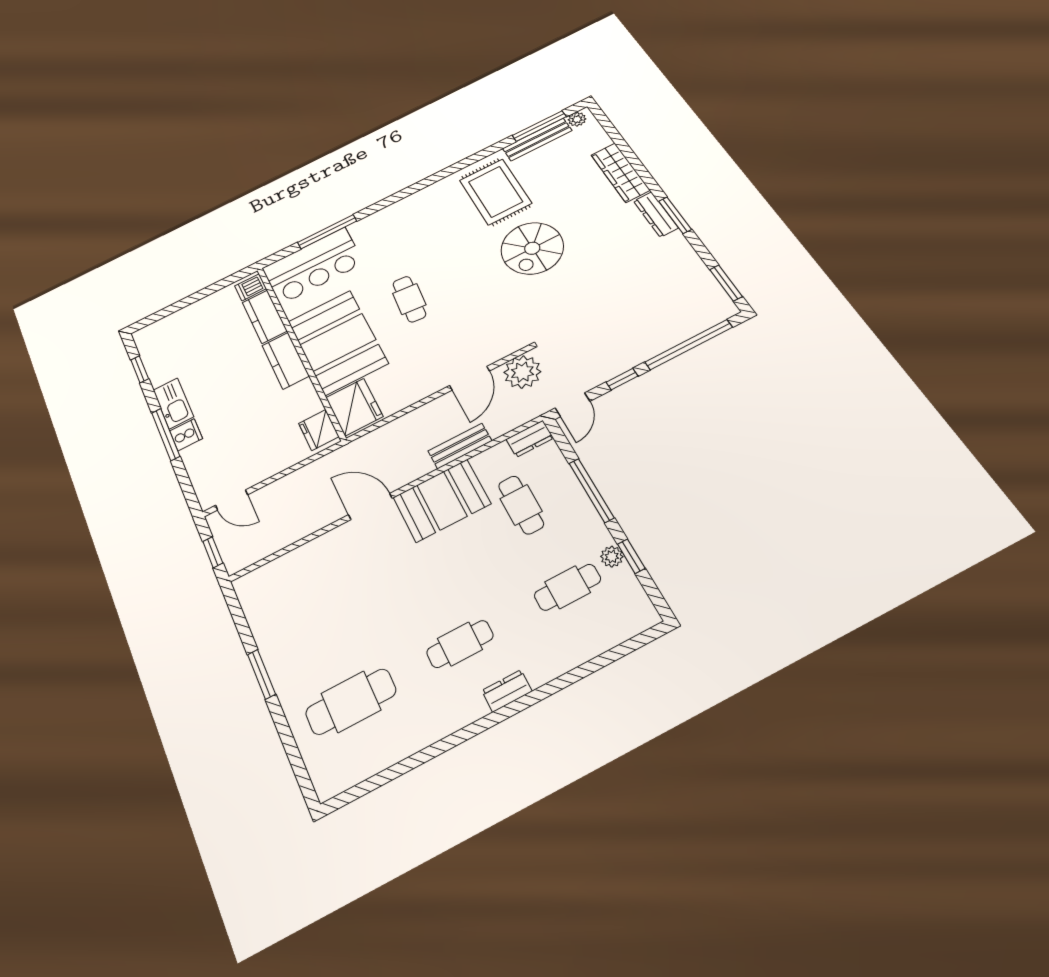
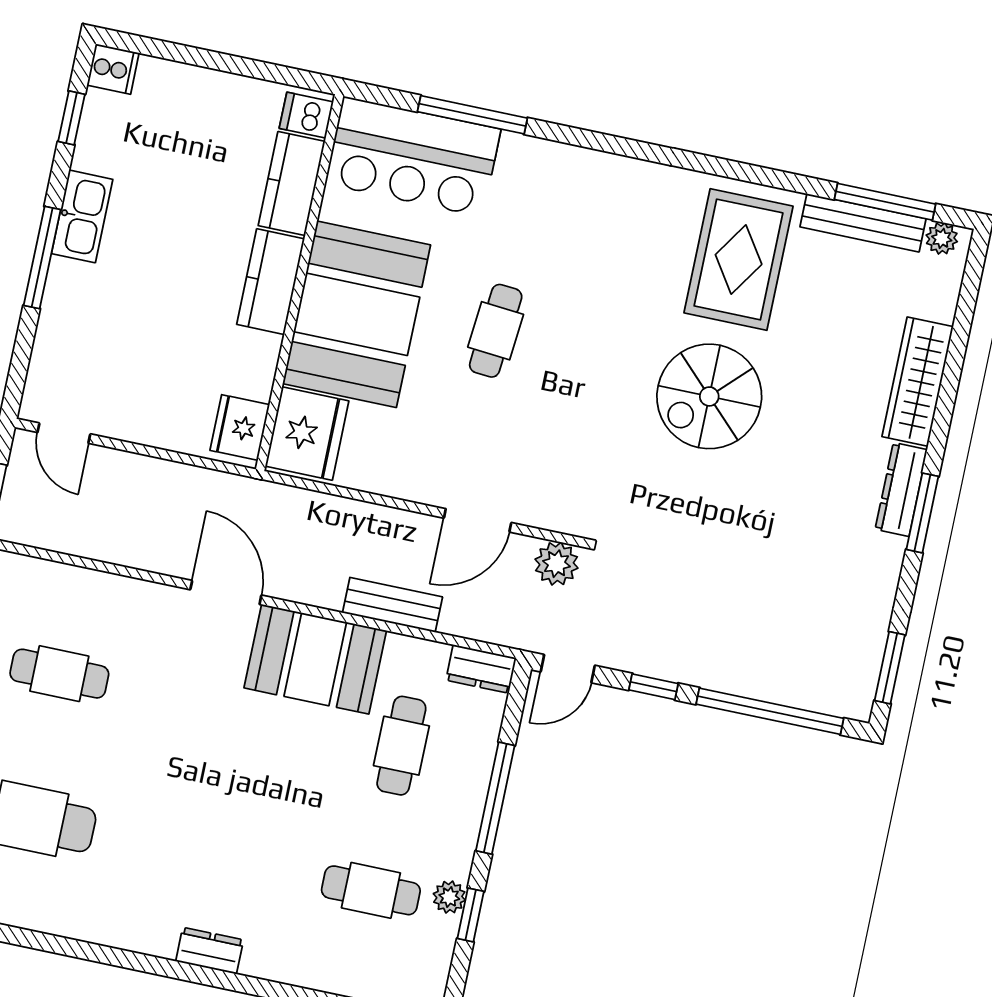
plant: (522, 372) -> (557, 564), width x0.73, depth x0.73
cooker: (186, 435) -> (113, 69), moved
cafe table: (460, 644) -> (59, 674), moved

